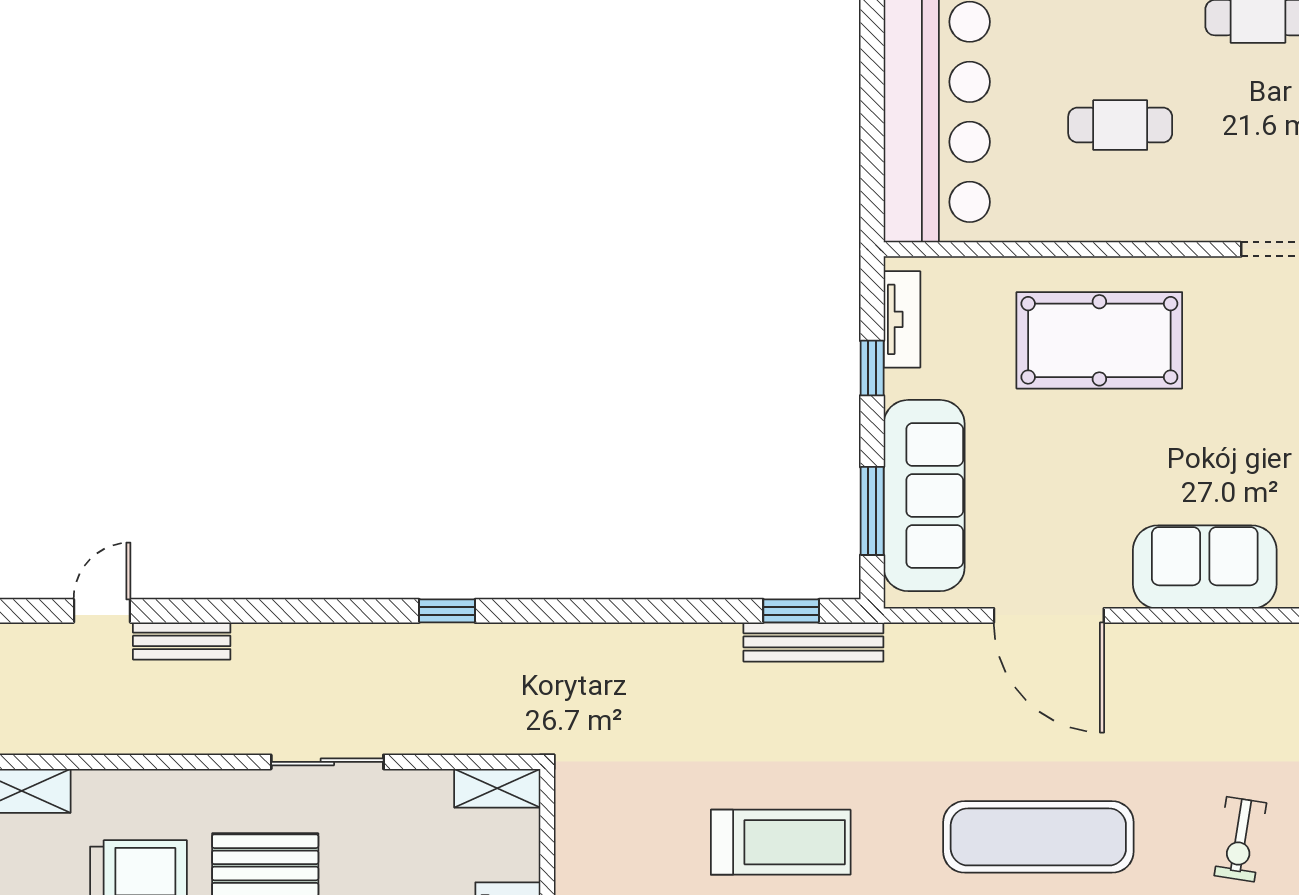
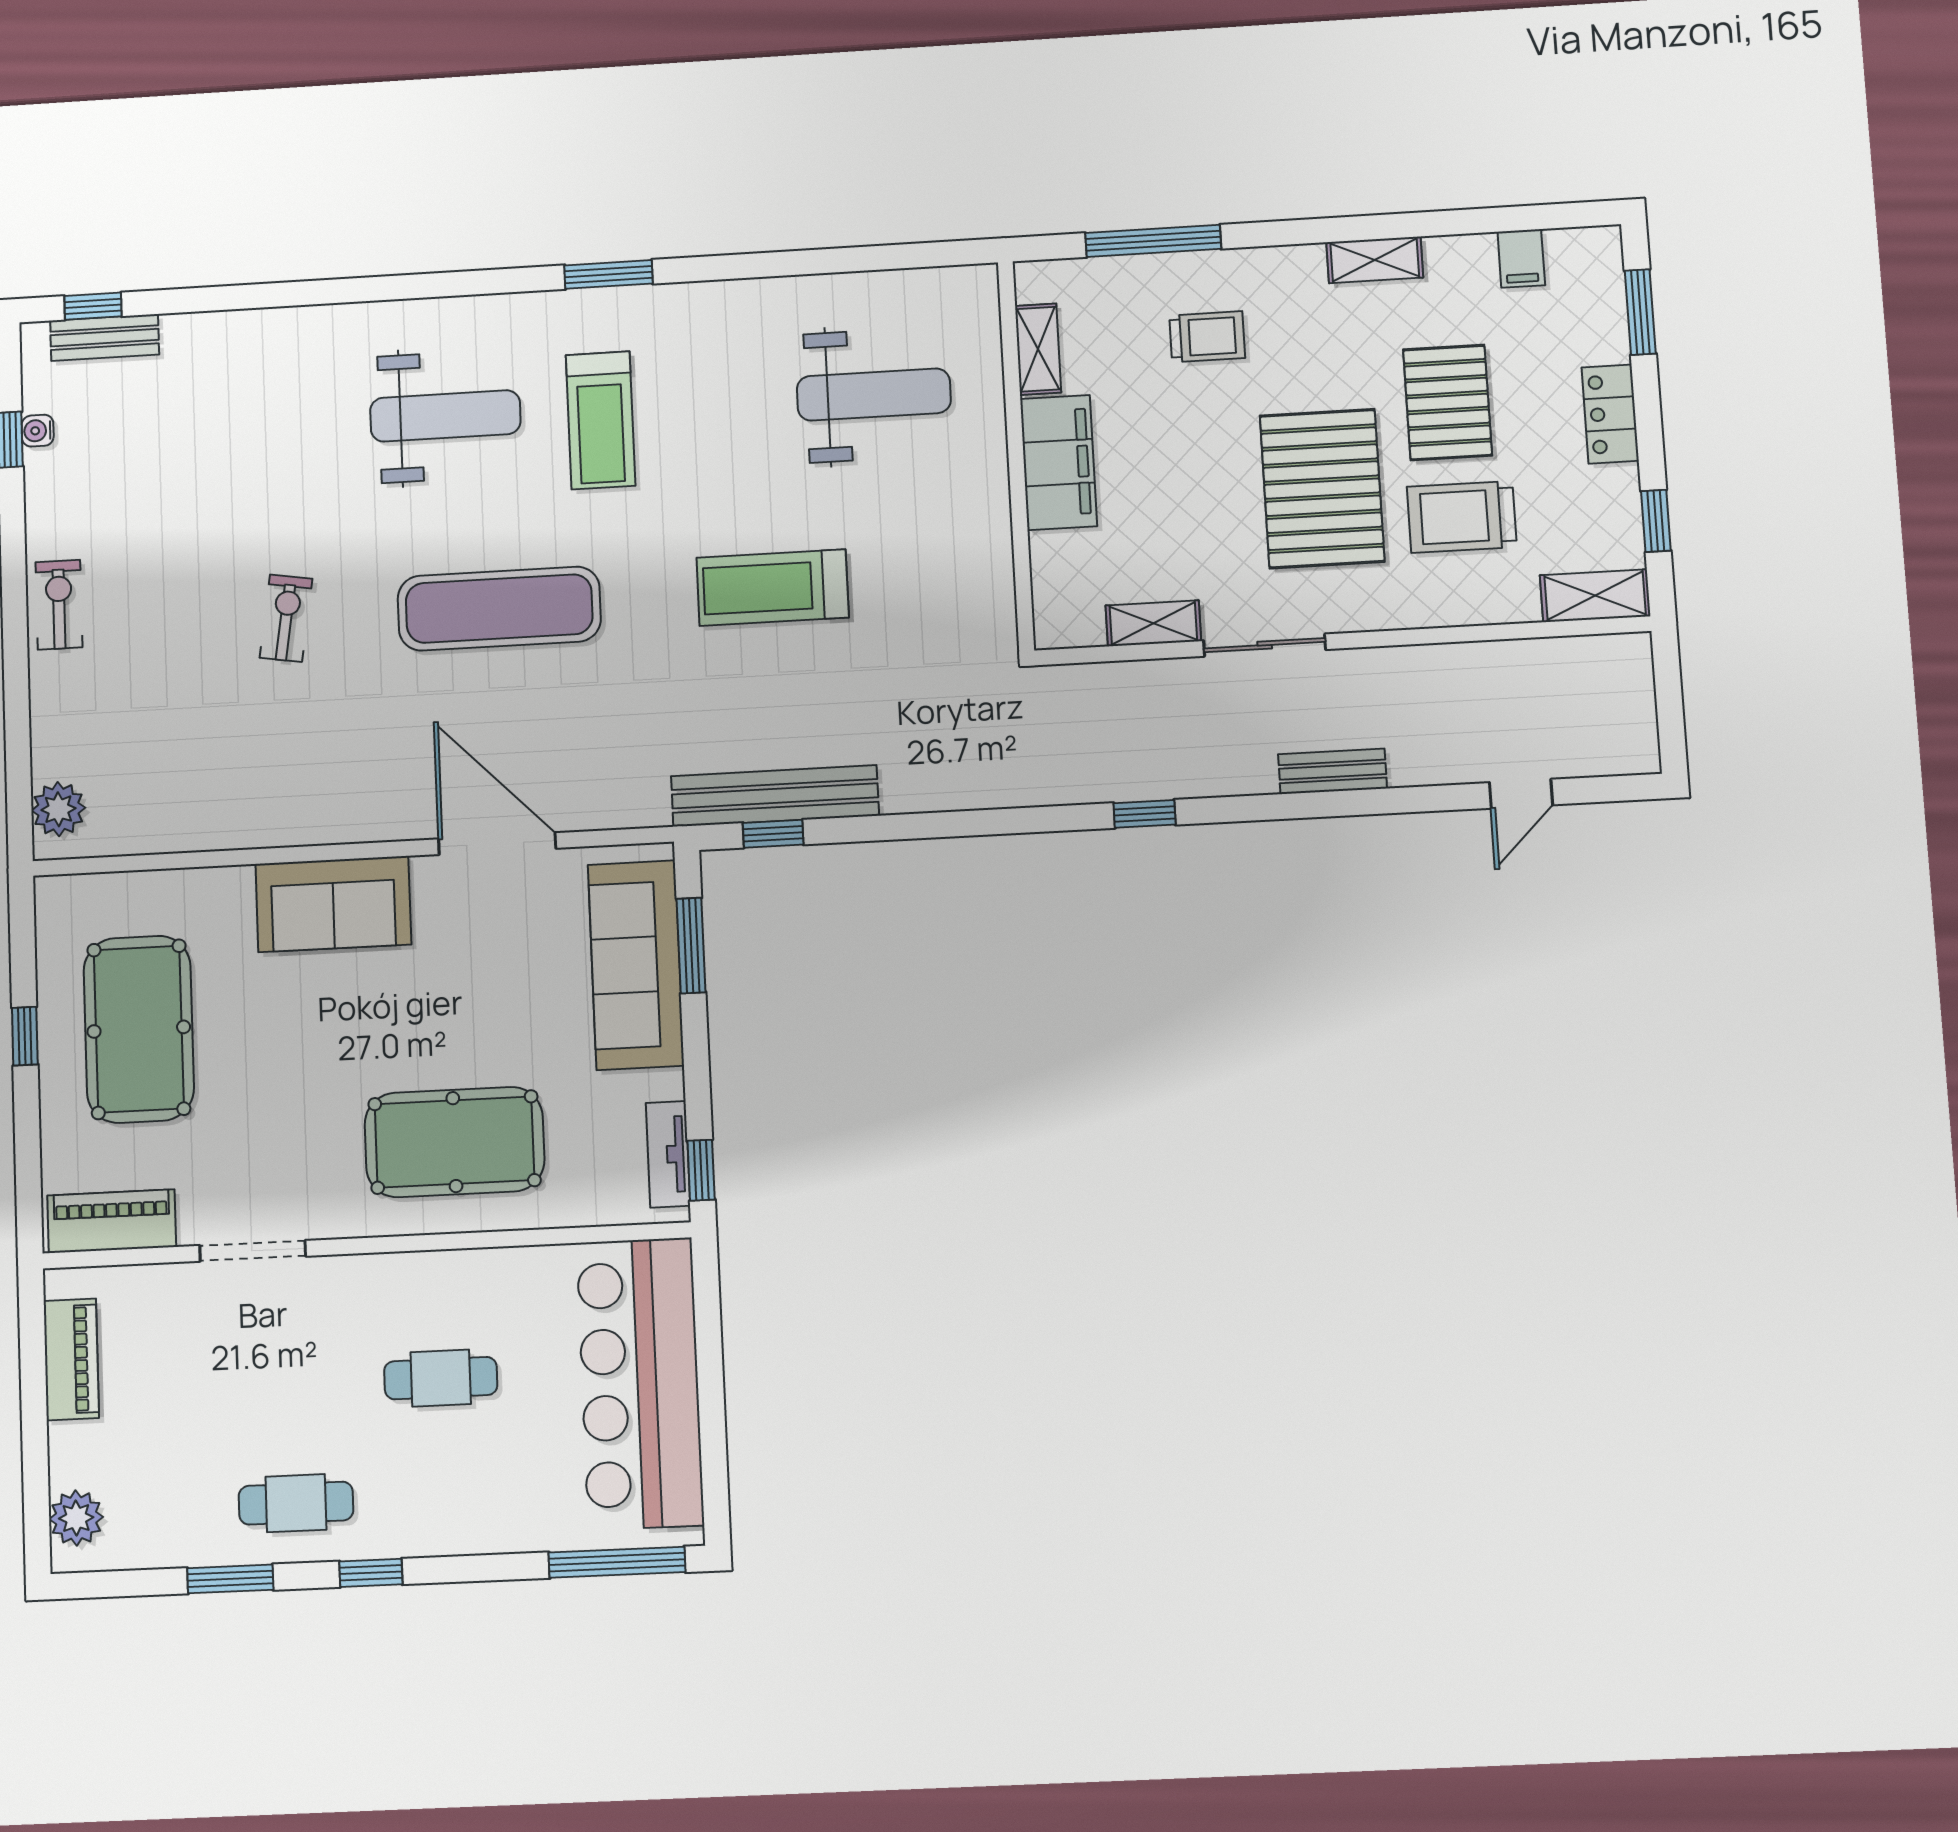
window: (872, 368) -> (701, 1170), moved
bench: (182, 641) -> (1333, 771), moved
bench: (813, 642) -> (775, 796), width x1.37, depth x1.21
shelving: (497, 788) -> (1153, 623), moved

